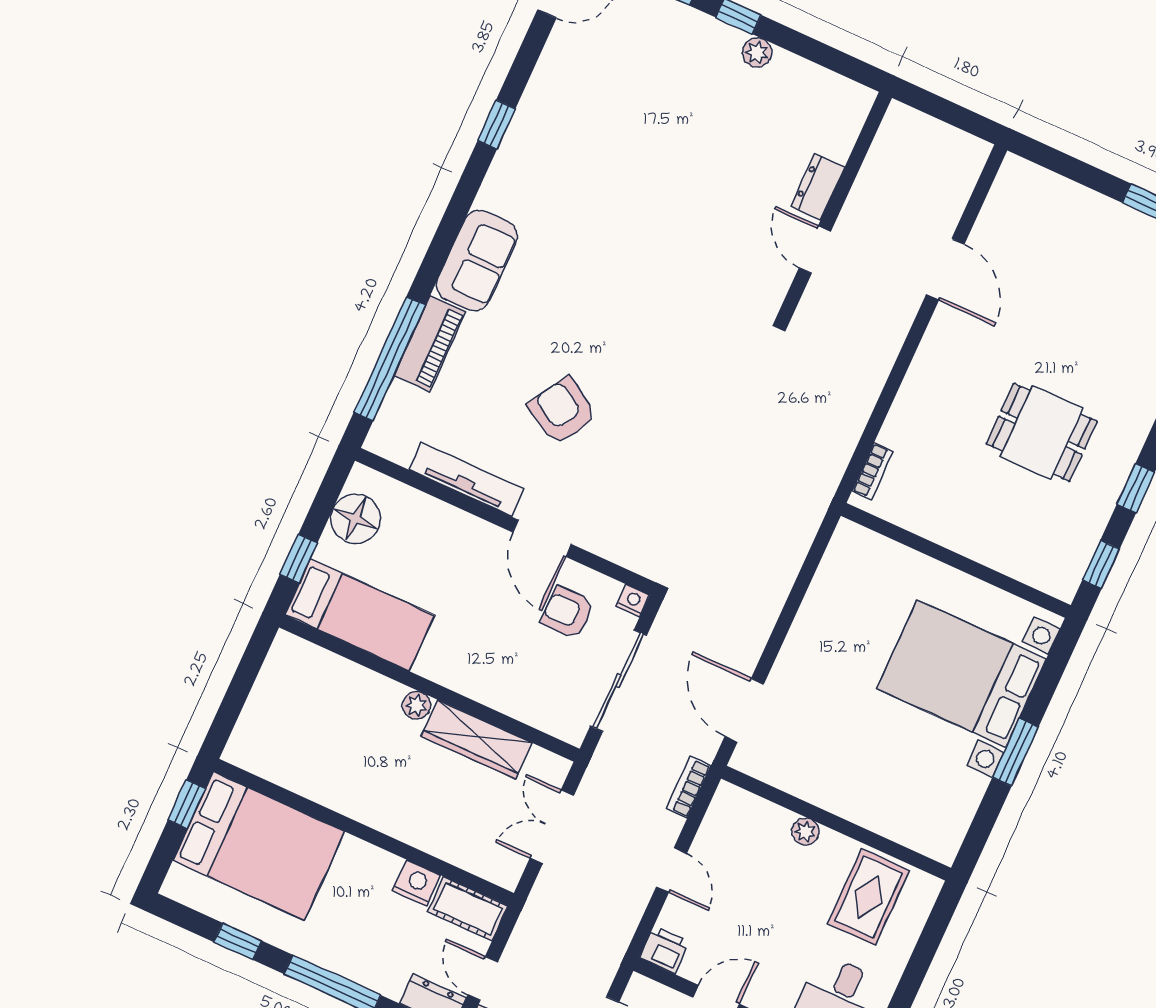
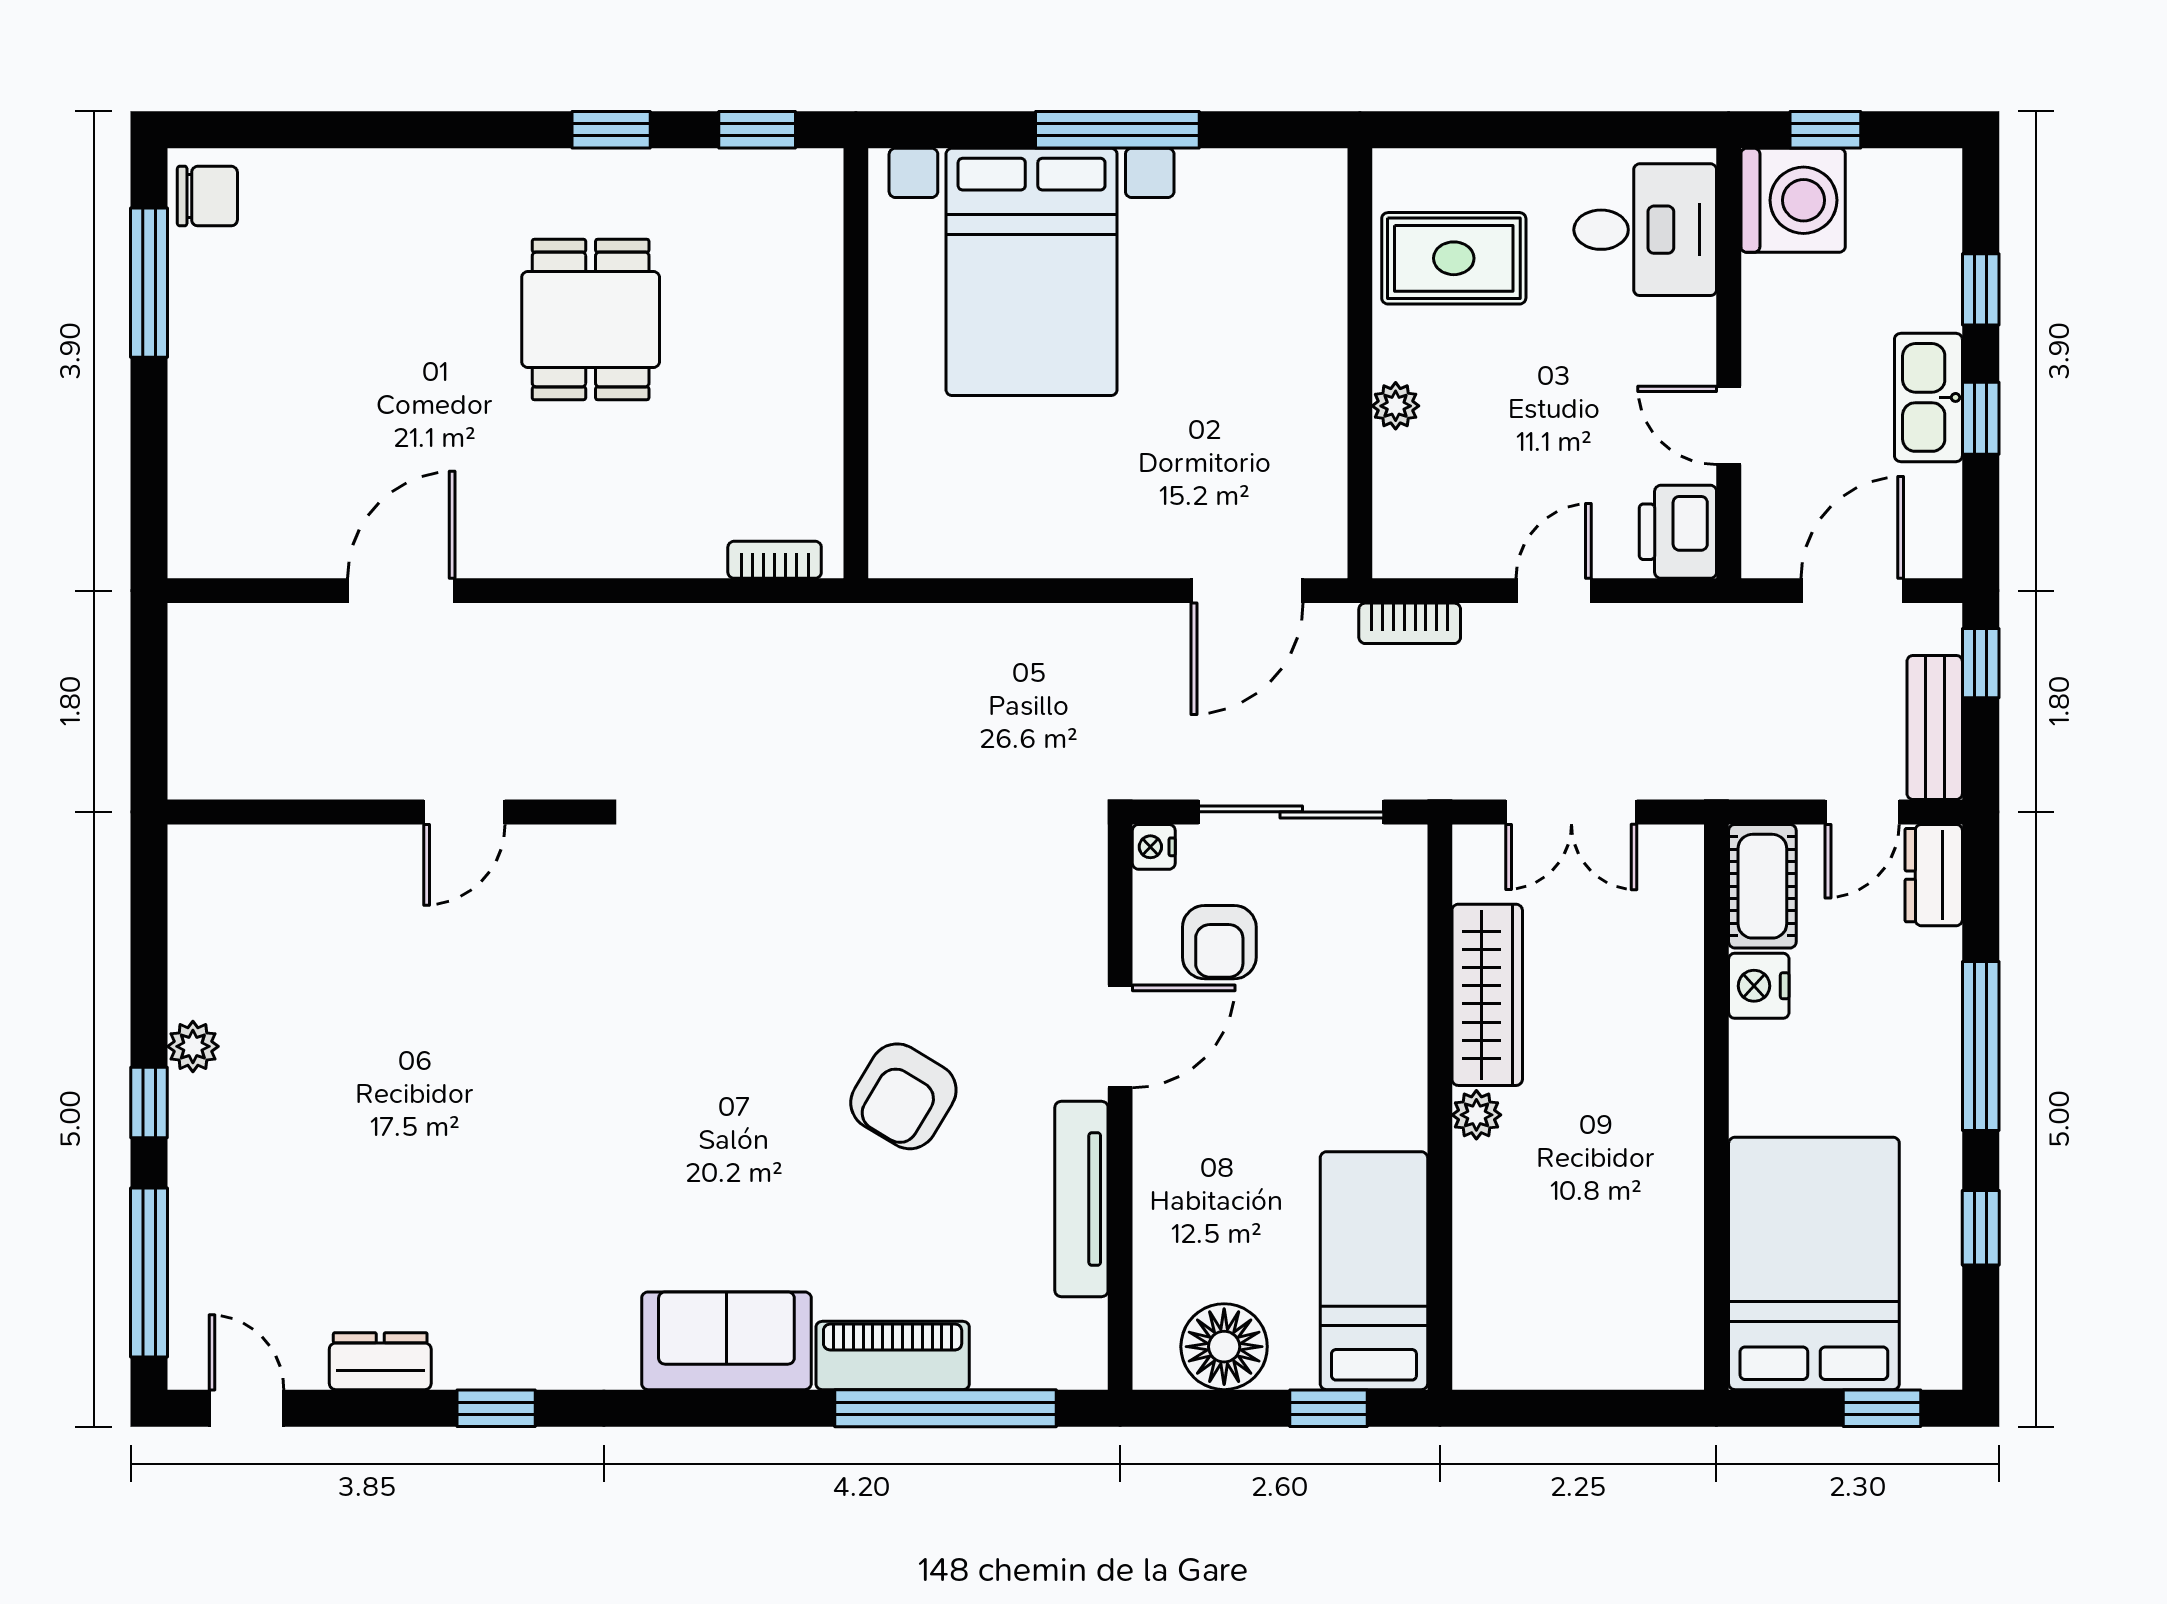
dresser: (818, 187) -> (380, 1361), moved, turned 180
window: (1015, 752) -> (1117, 130), width x1.44
window: (187, 804) -> (1882, 1408), moved
printer: (664, 950) -> (1678, 532), width x1.36, depth x1.24

